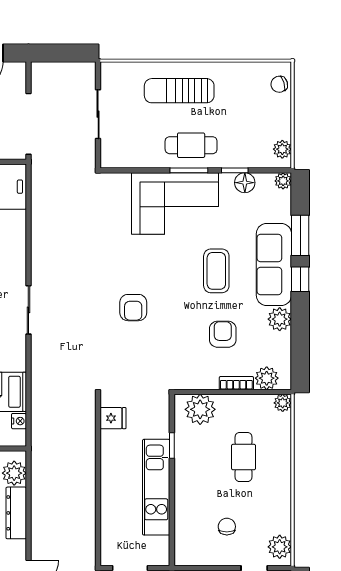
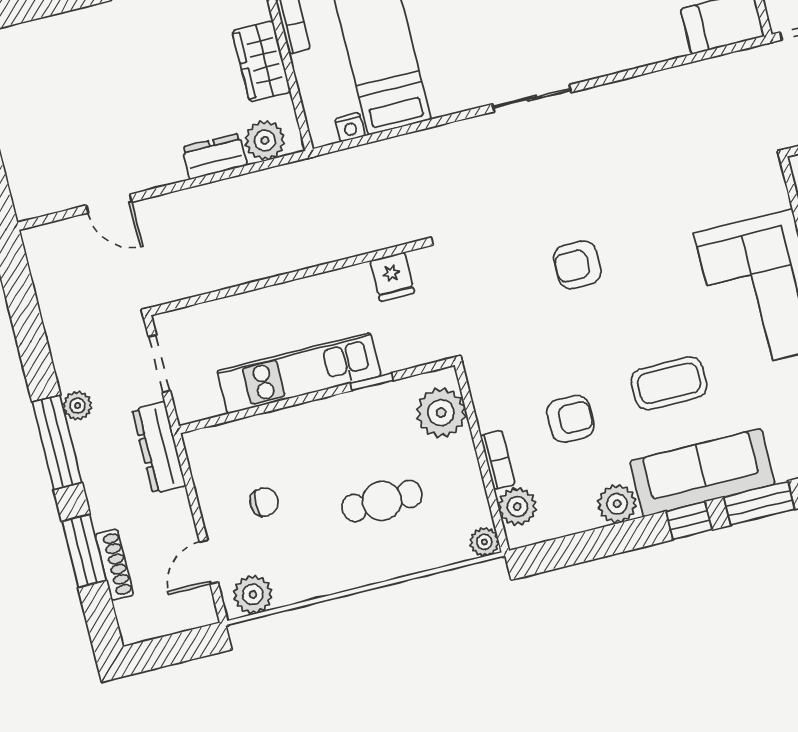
dresser: (16, 513) -> (215, 156), width x0.70

